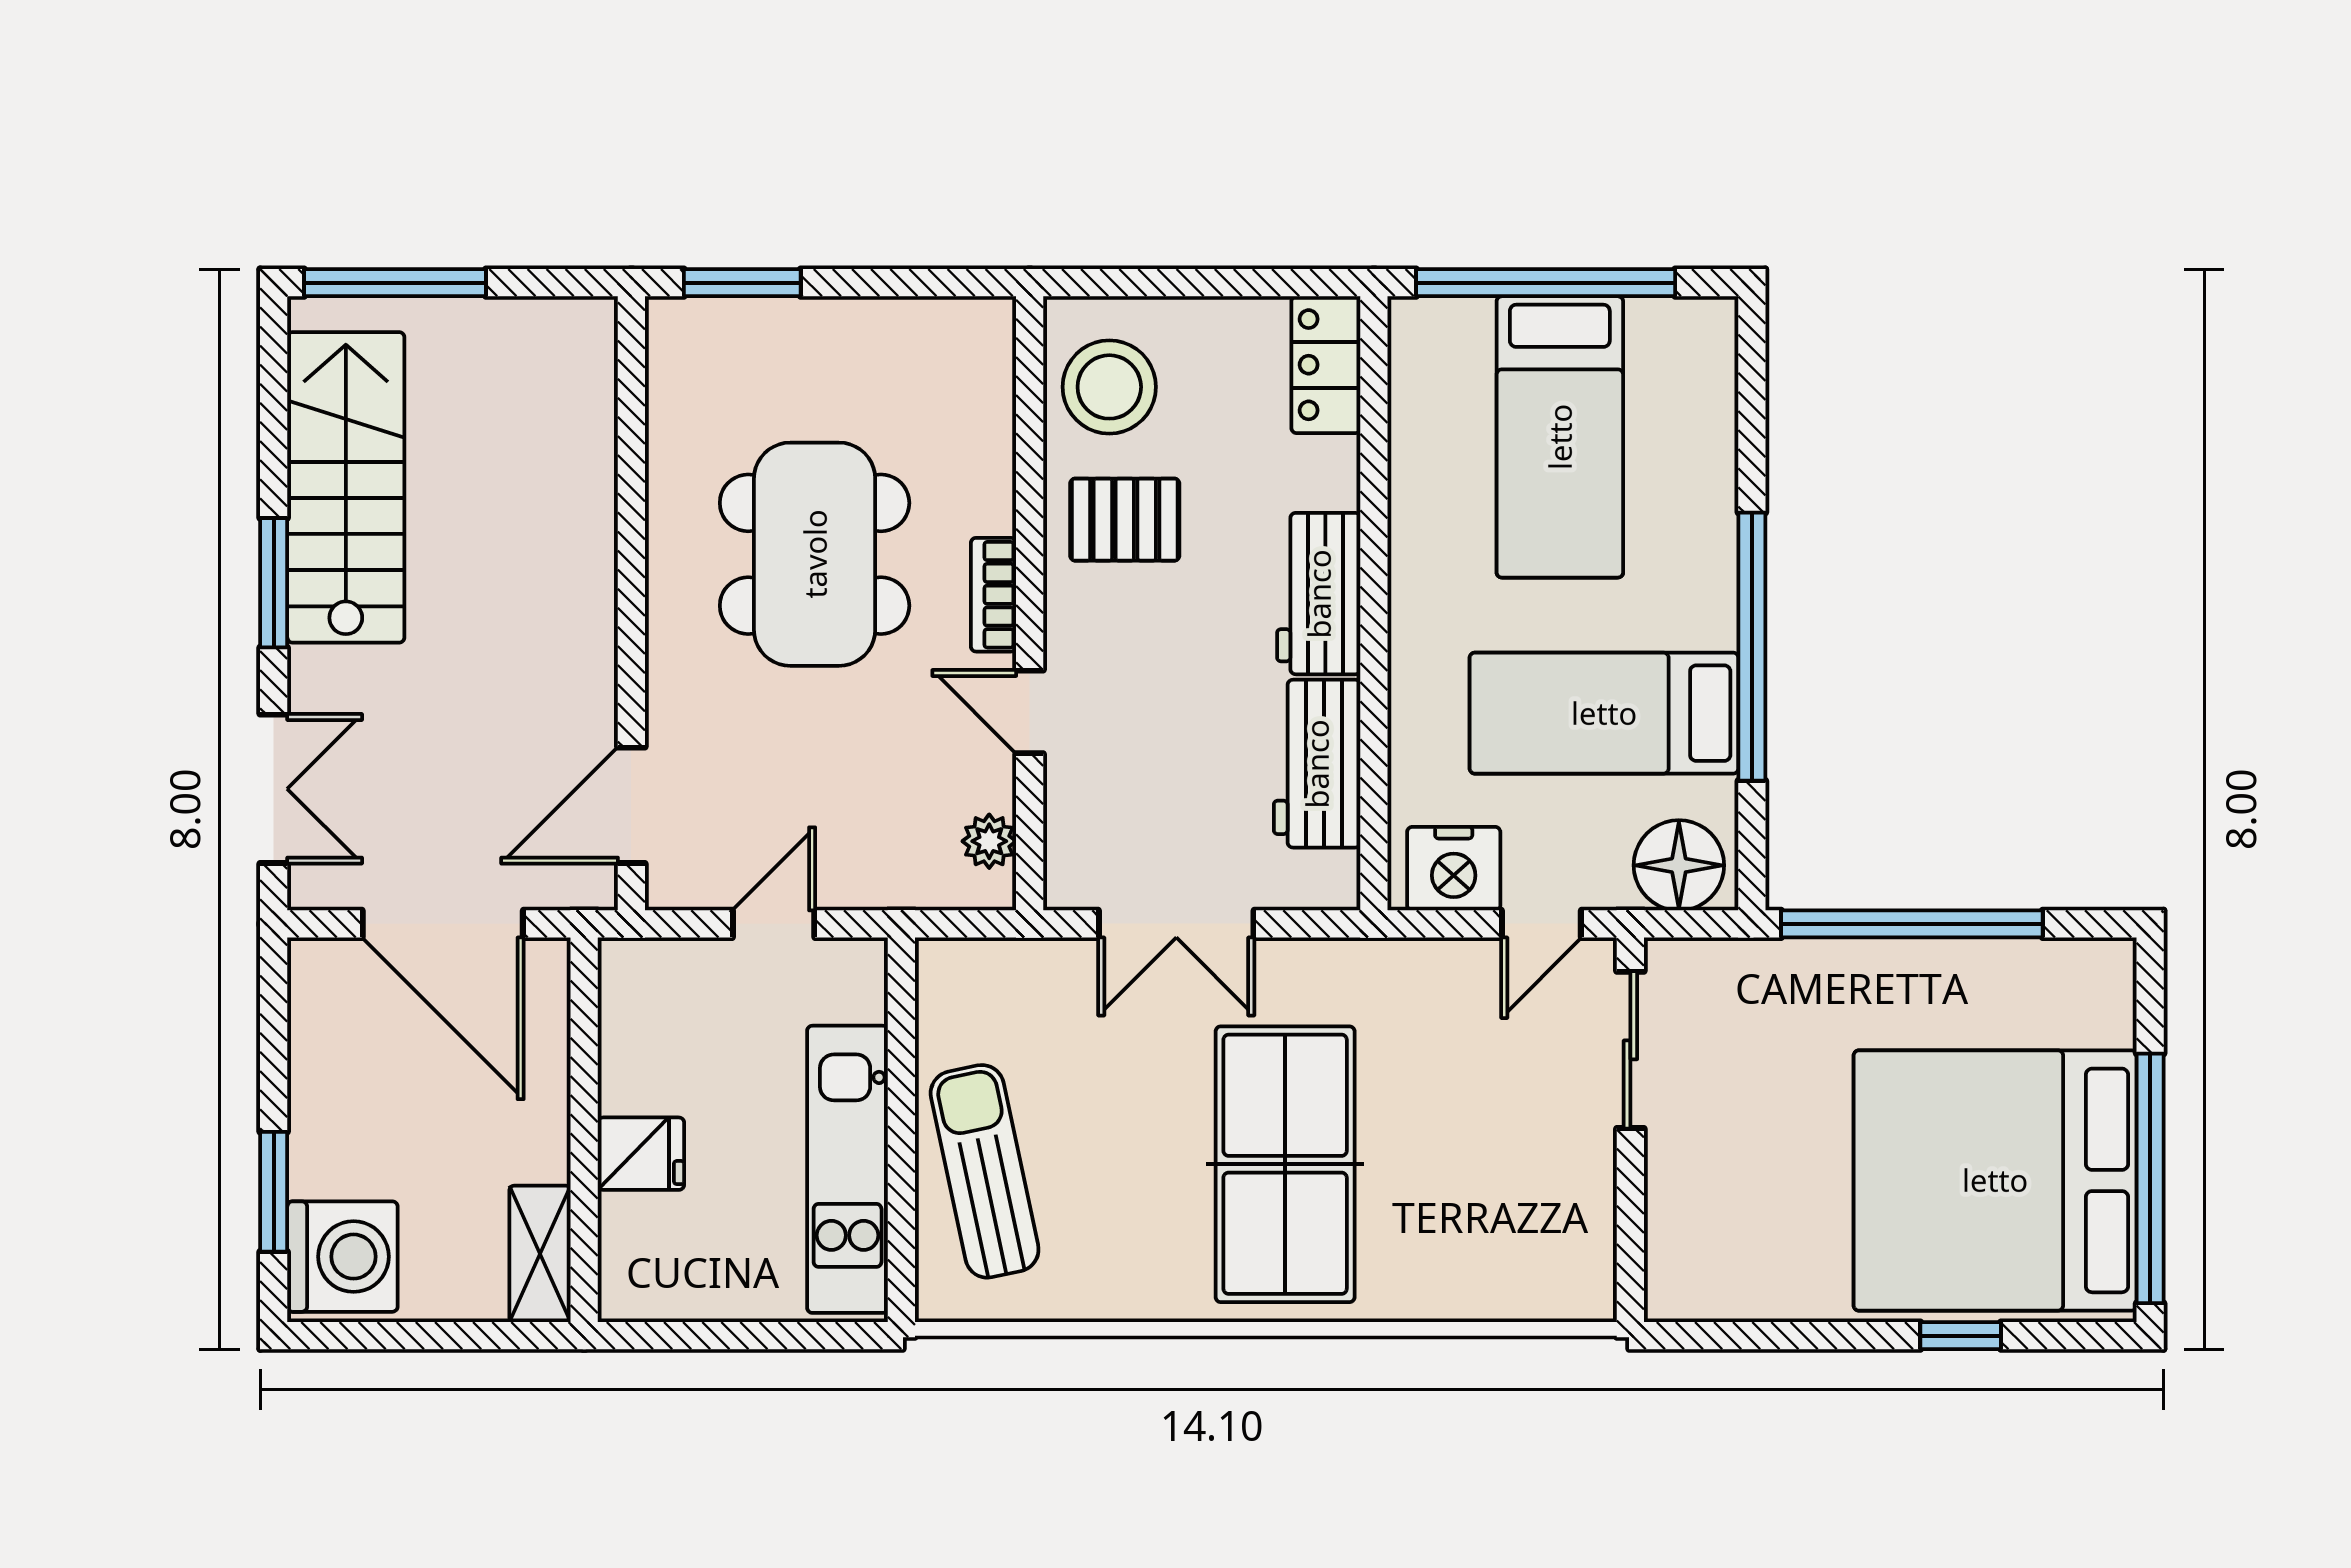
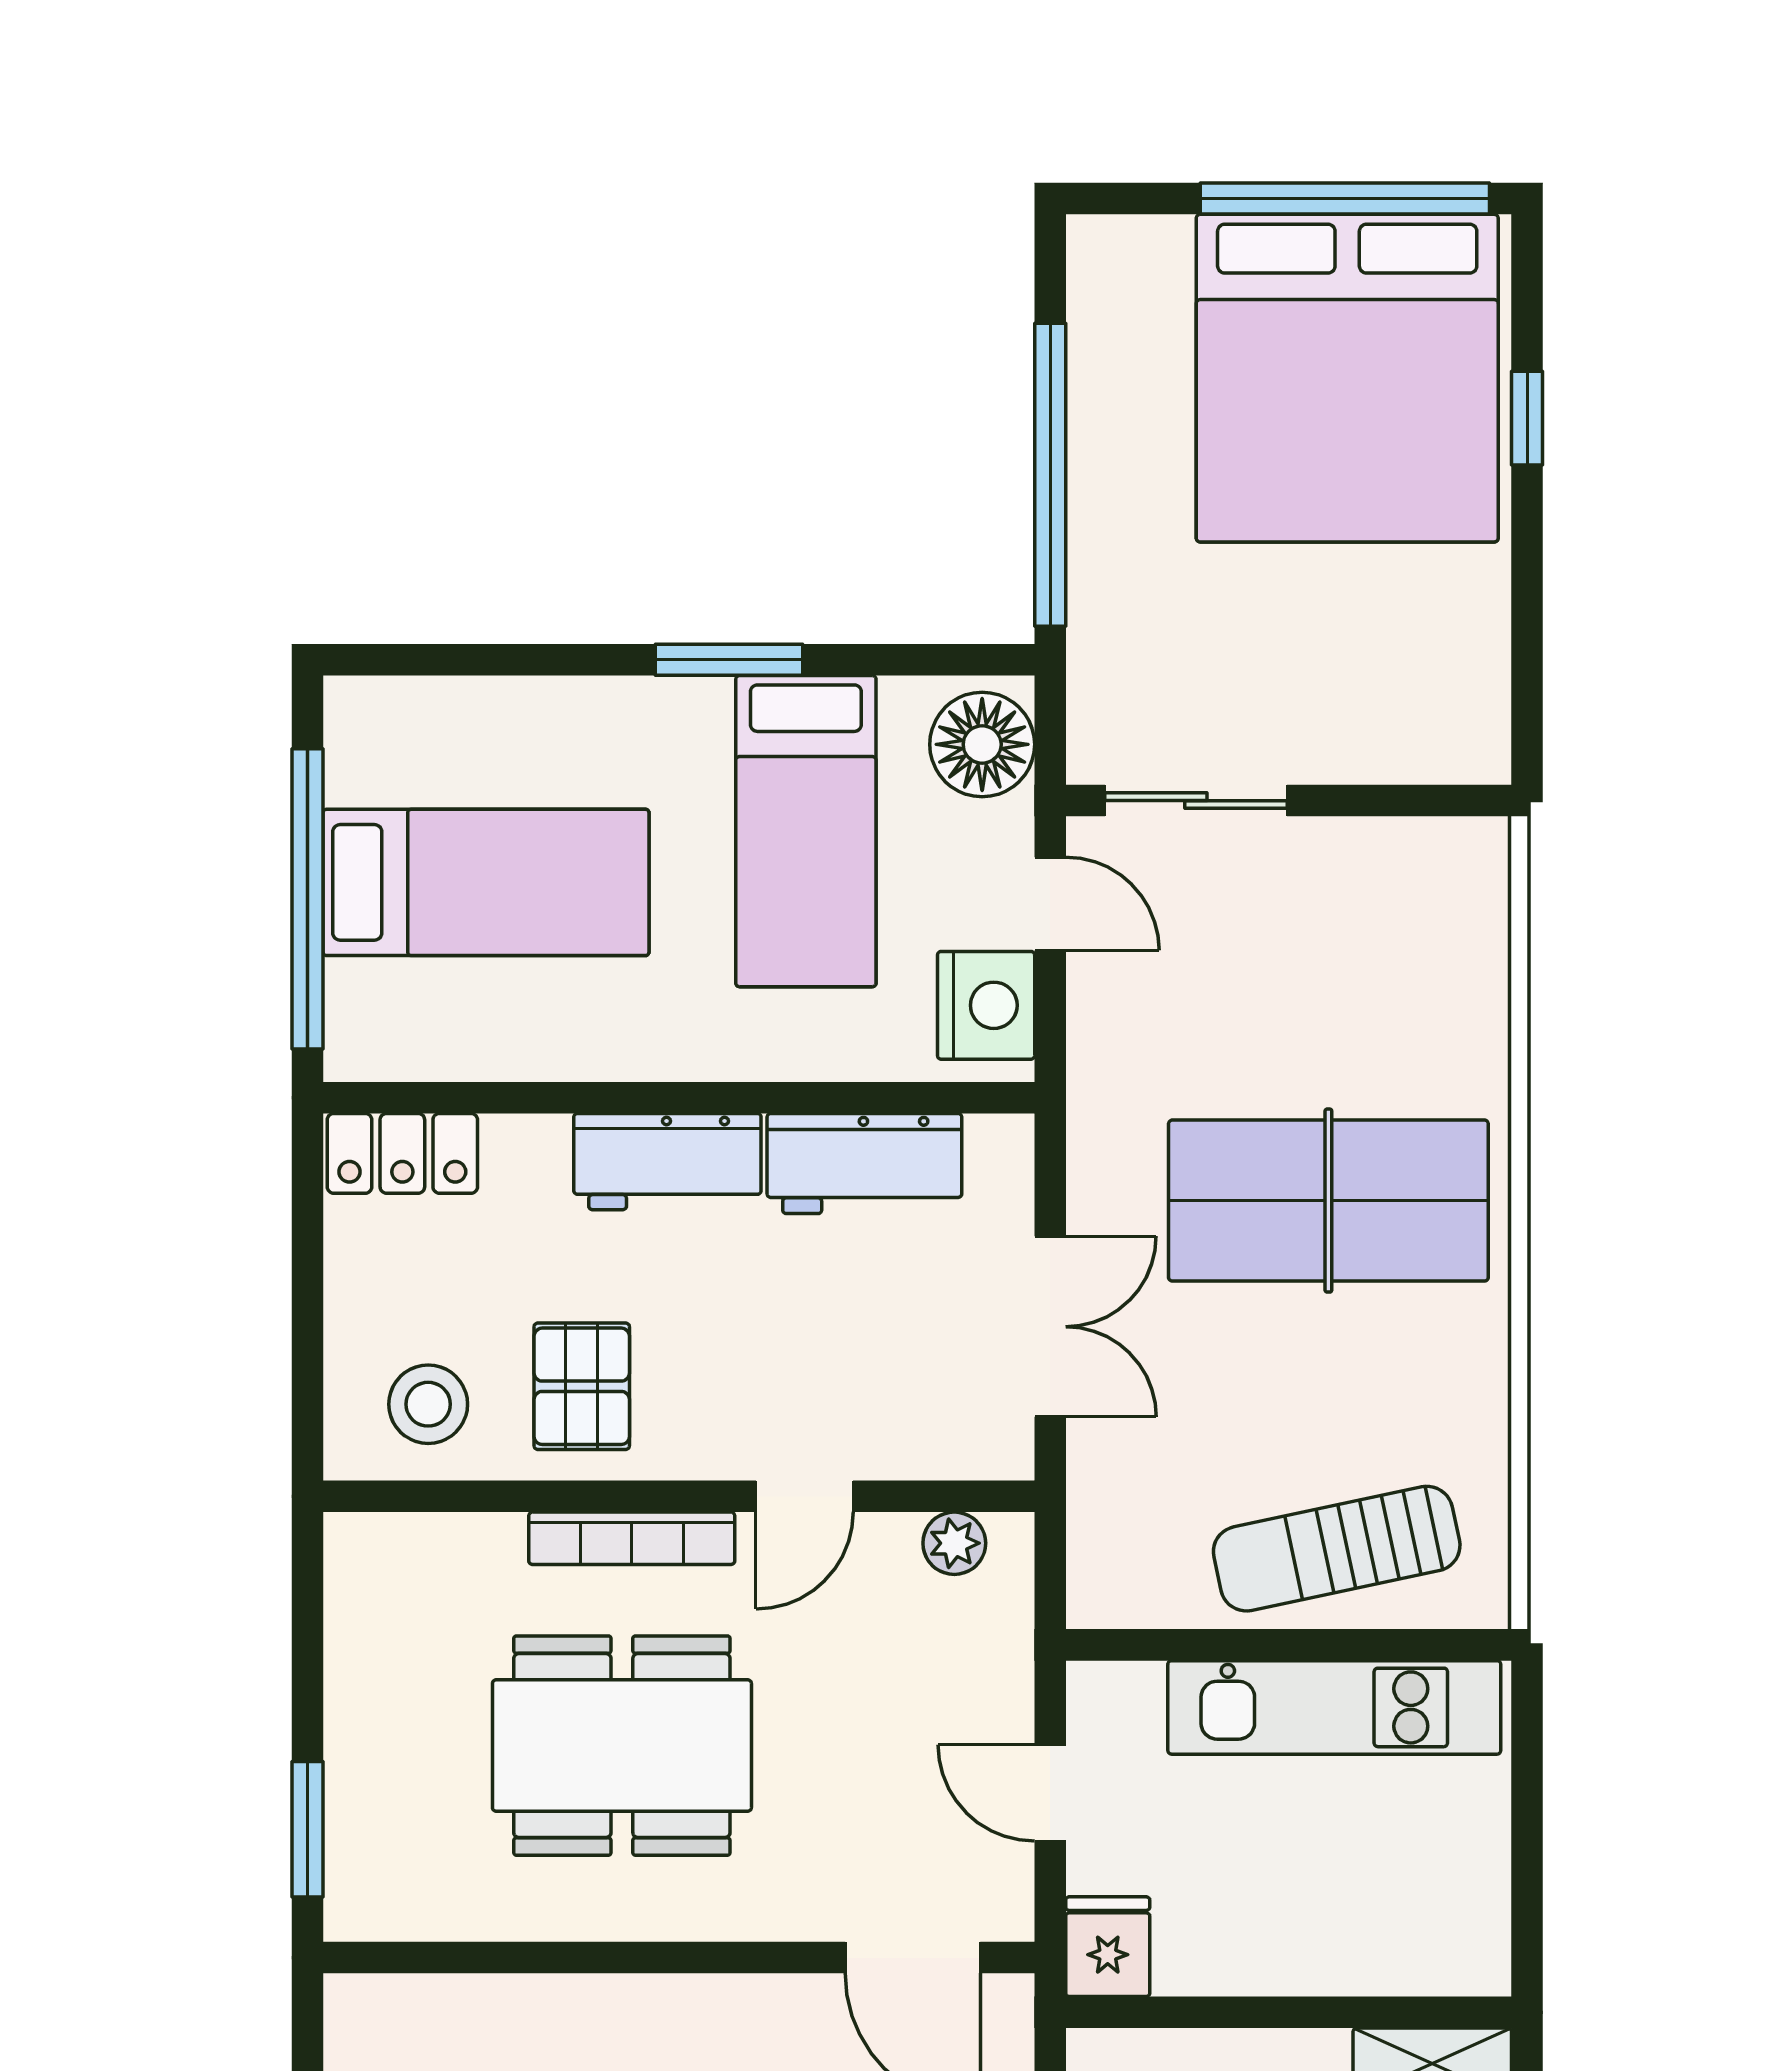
stool: (1109, 387) -> (428, 1404), width x0.73, depth x0.73
bookcase: (993, 595) -> (632, 1538), width x1.56
window: (1752, 647) -> (729, 660), width x0.47
fridge: (641, 1154) -> (1108, 1947), moved

